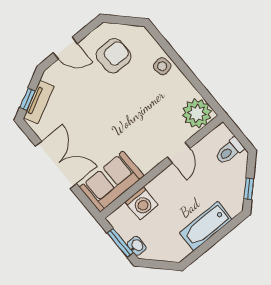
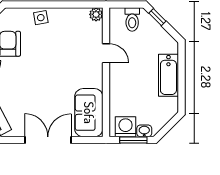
plant: (197, 113) -> (96, 14), width x0.53, depth x0.53
window: (249, 189) -> (157, 17), moved
washing machine: (142, 203) -> (126, 127), moved, turned -90

